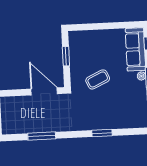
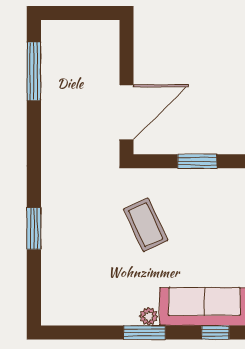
window: (42, 136) -> (34, 71), moved

